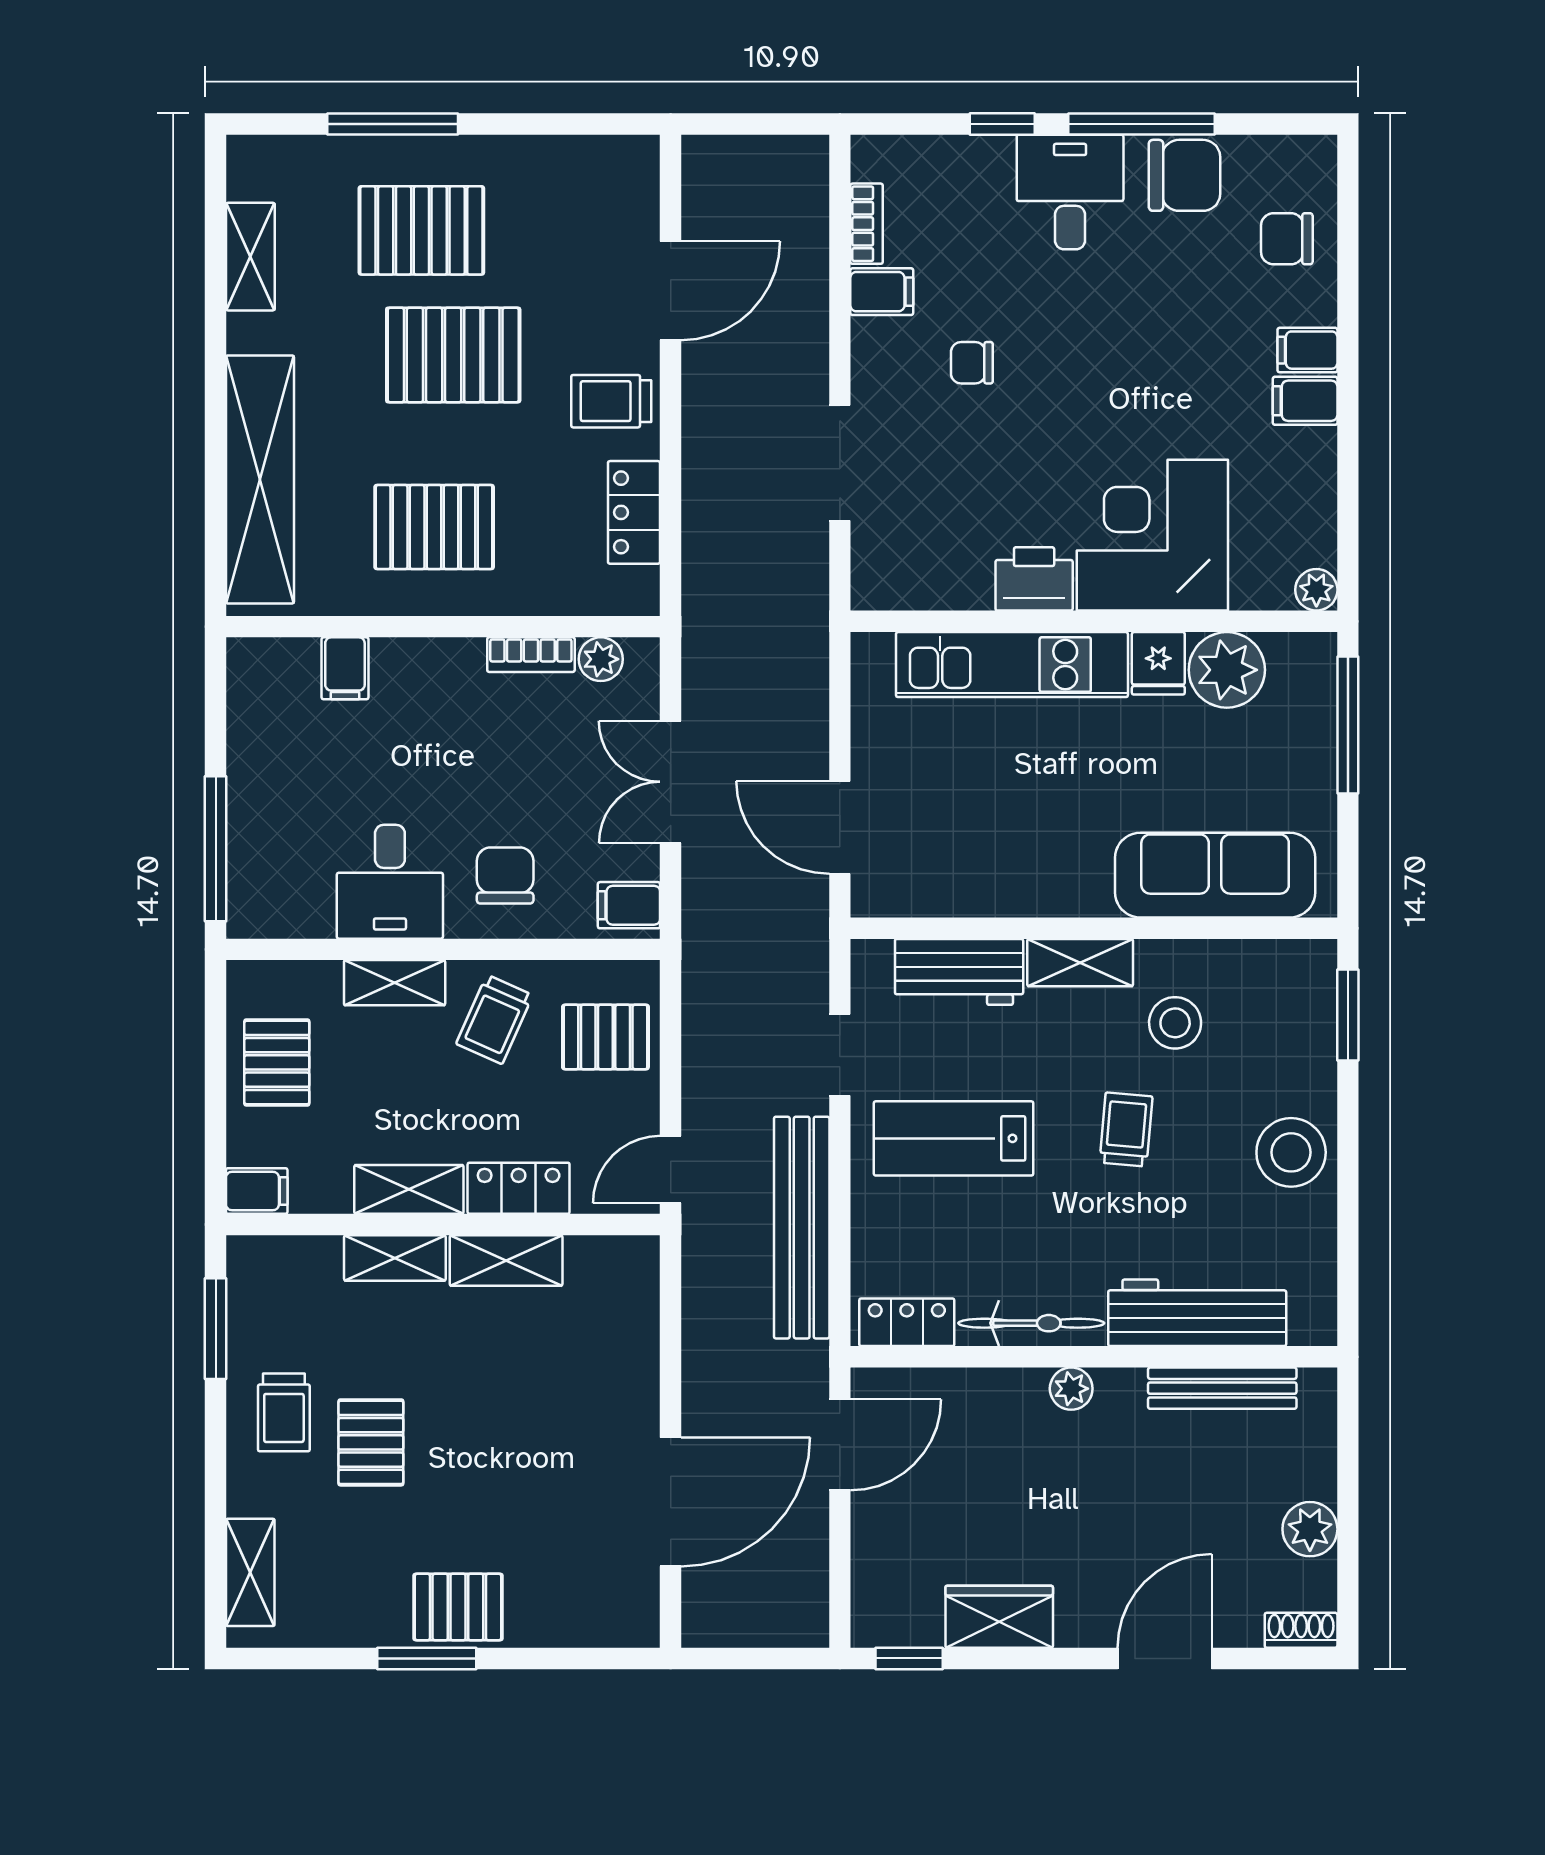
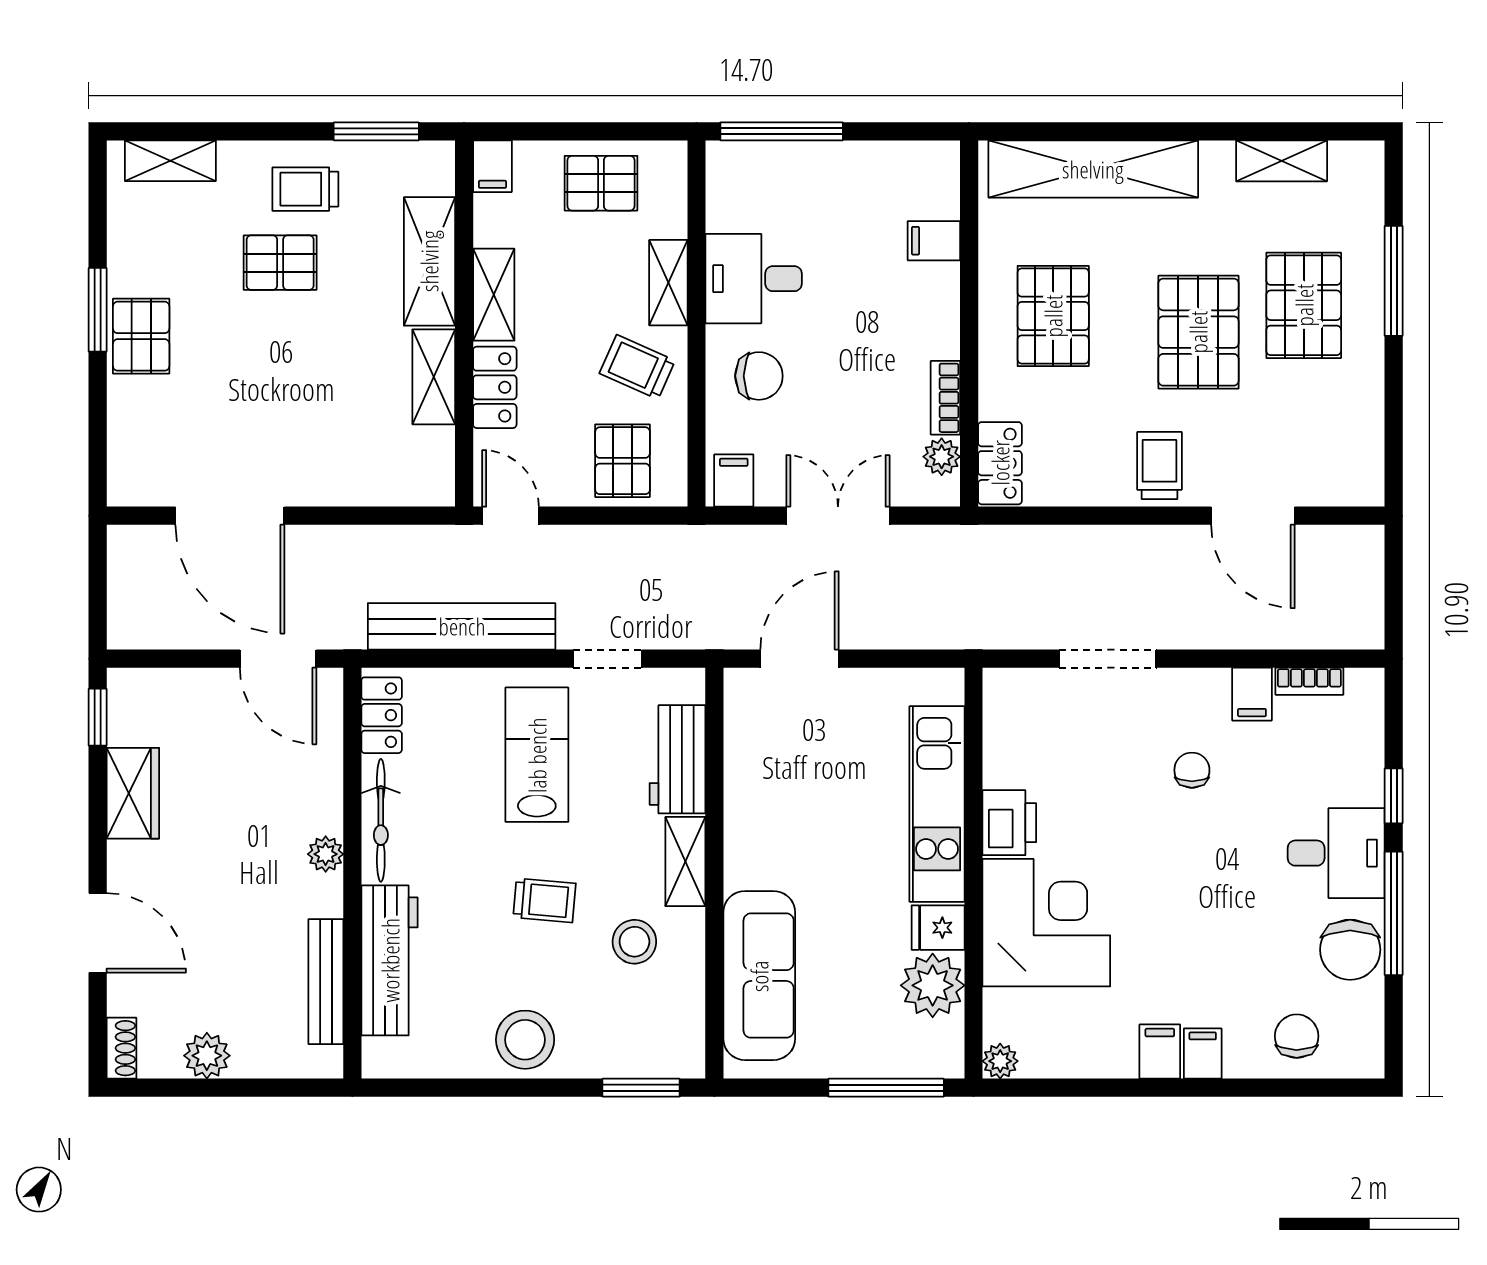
locker: (634, 512) -> (1000, 463), moved, turned 90
shelving: (395, 1258) -> (429, 261), width x1.50, depth x1.33

